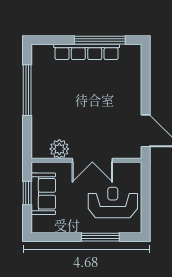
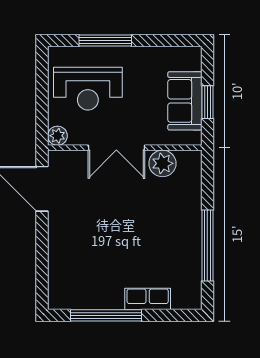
row of seats: (87, 52) -> (148, 299), width x0.50
double door: (92, 160) -> (116, 148), swing flipped
plant: (135, 169) -> (57, 136), added

